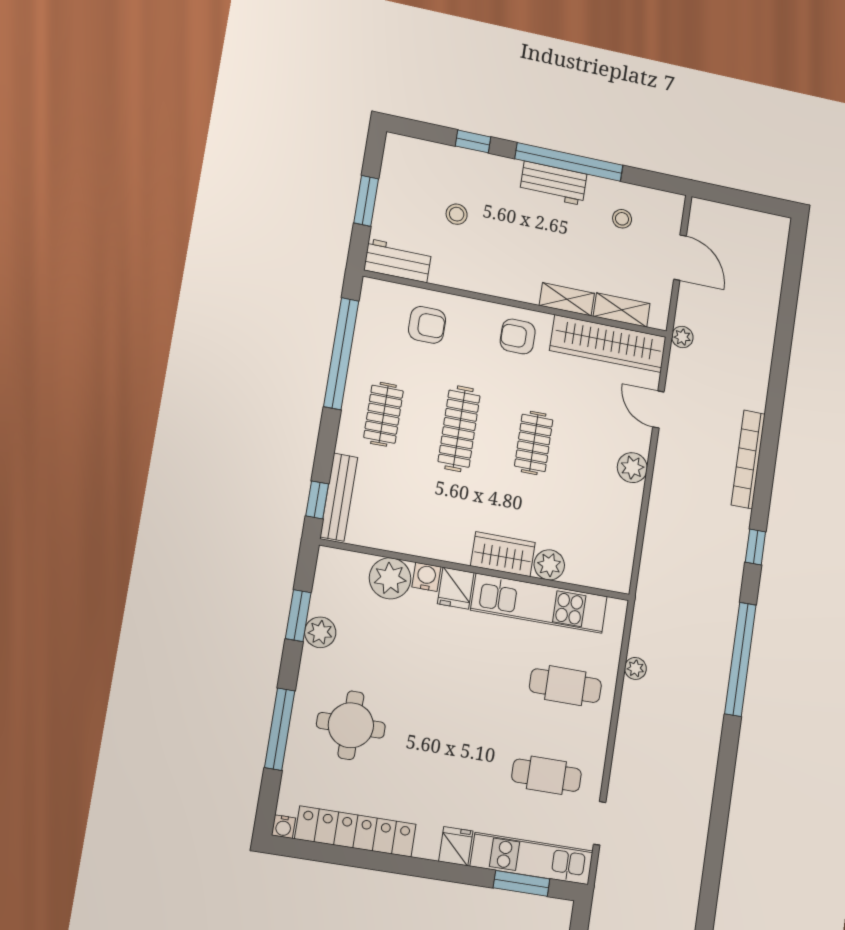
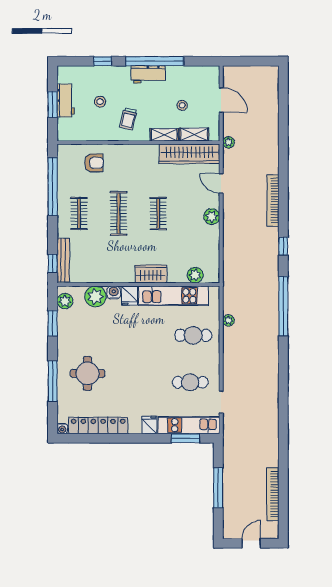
stool: (622, 219) -> (182, 105), moved
trolley: (505, 257) -> (128, 119), added
workbench: (398, 261) -> (66, 100), moved, turned 90
armchair: (518, 336) -> (142, 160), removed
plant: (549, 565) -> (195, 275), moved
plant: (320, 632) -> (65, 301), moved

